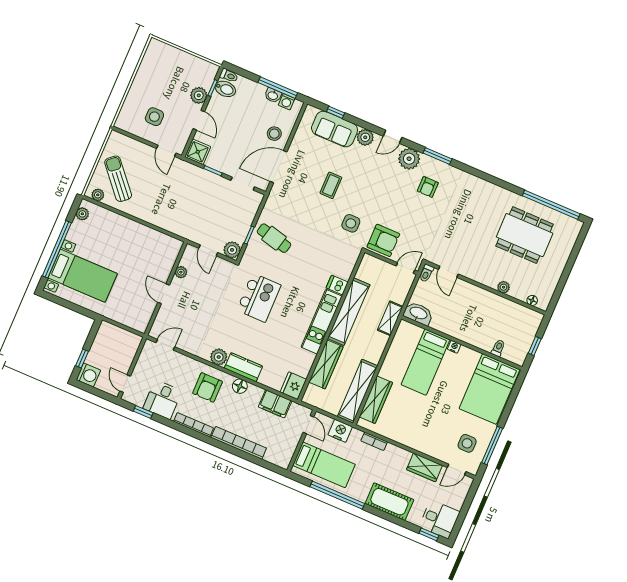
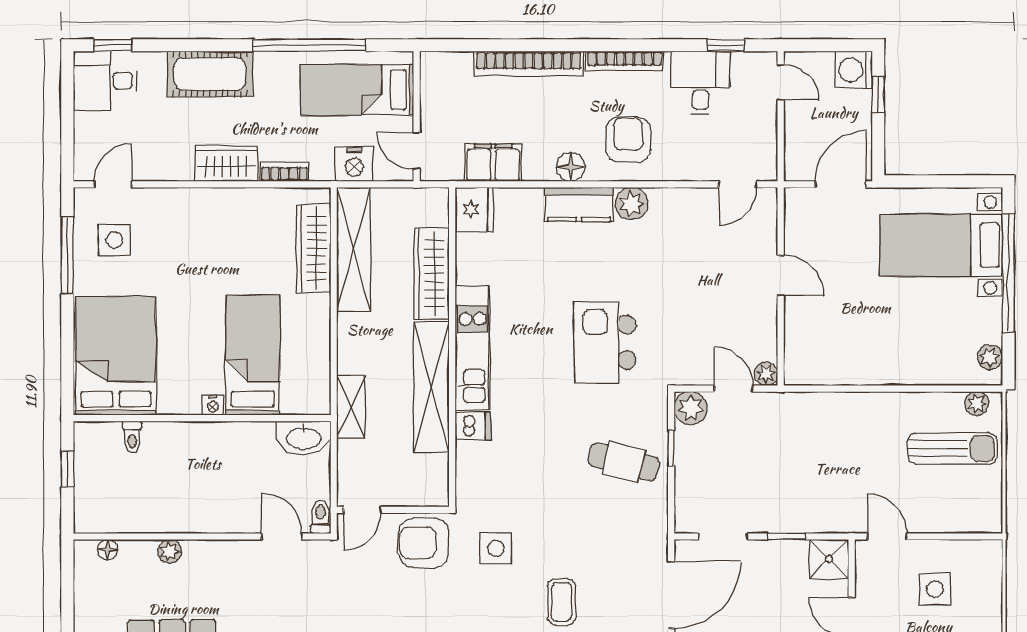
sun lounger: (118, 179) -> (952, 448), turned -49
plant: (181, 272) -> (766, 374), moved
door: (117, 324) -> (841, 184), added
wardrobe: (425, 467) -> (226, 163), moved

